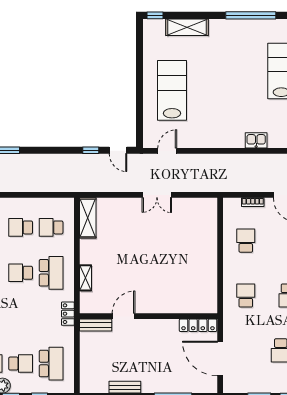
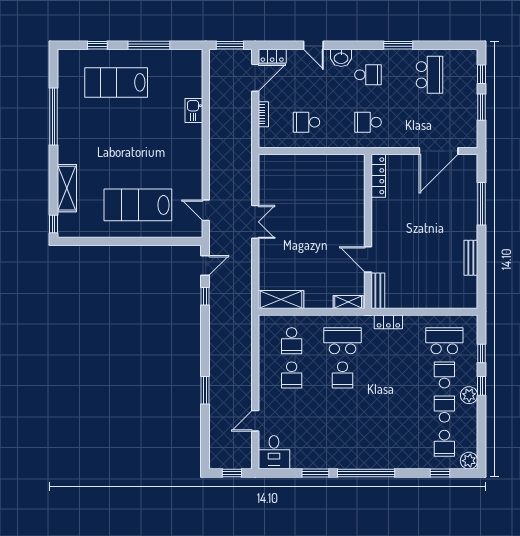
door: (124, 316) -> (368, 259), moved
wall: (148, 316) -> (368, 231), moved
bench: (96, 325) -> (378, 291), moved
locker: (198, 325) -> (378, 176), moved

